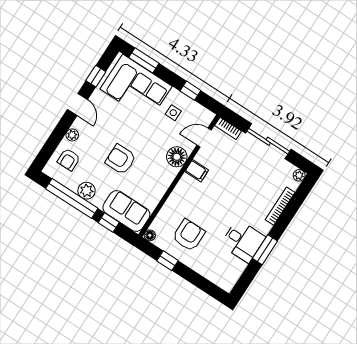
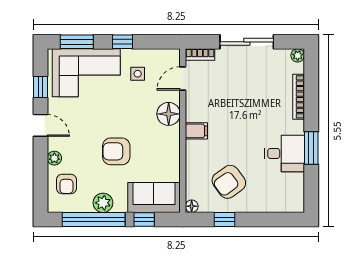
window: (190, 91) -> (123, 42), moved
filing cabinet: (197, 171) -> (196, 131), moved
armchair: (189, 235) -> (229, 182), turned -126

